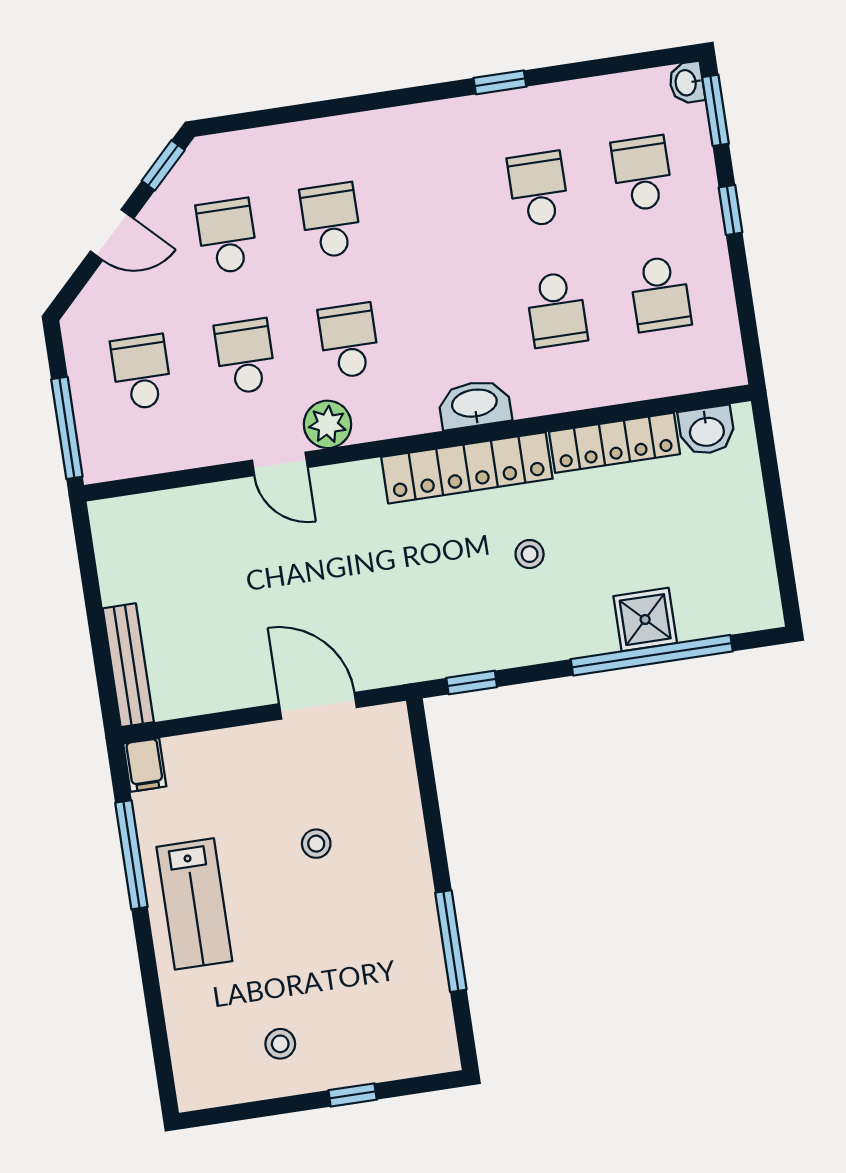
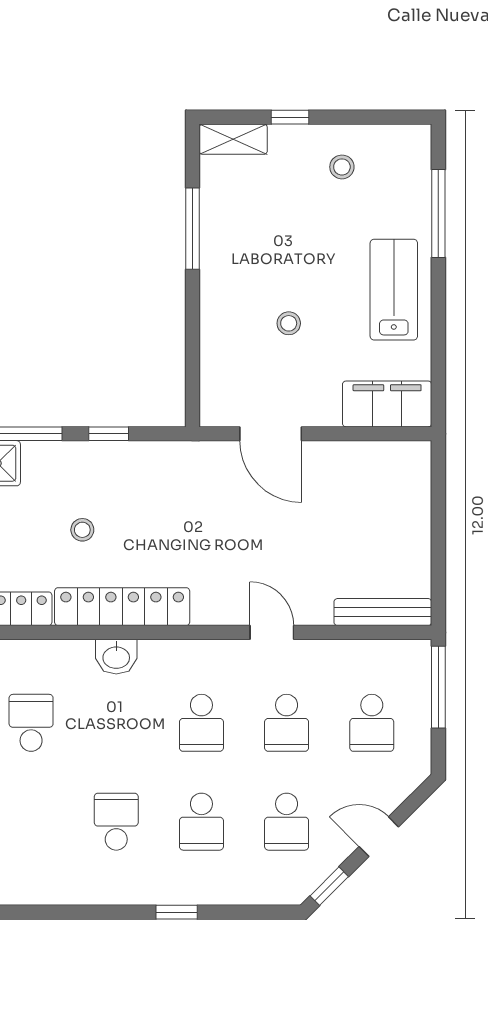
window: (500, 82) -> (177, 912), moved
school desk: (538, 189) -> (116, 822), moved, turned 180
washbasin: (475, 404) -> (116, 657), width x0.72
plant: (327, 424) -> (229, 658), removed
bench: (128, 665) -> (383, 612), moved, turned 90
window: (472, 682) -> (109, 434), moved
filing cabinet: (145, 765) -> (387, 404), width x3.00, depth x1.17
window: (131, 855) -> (438, 213), moved
shelving: (418, 1058) -> (233, 139), added

